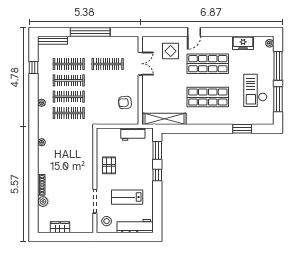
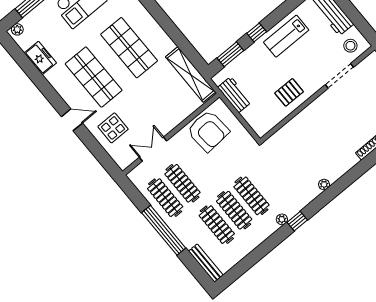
window: (34, 67) -> (297, 221), moved
armchair: (125, 103) -> (208, 131), width x1.88, depth x1.88
clothes rail: (69, 113) -> (165, 198), moved
lab bench: (127, 197) -> (286, 36), moved, turned 90

